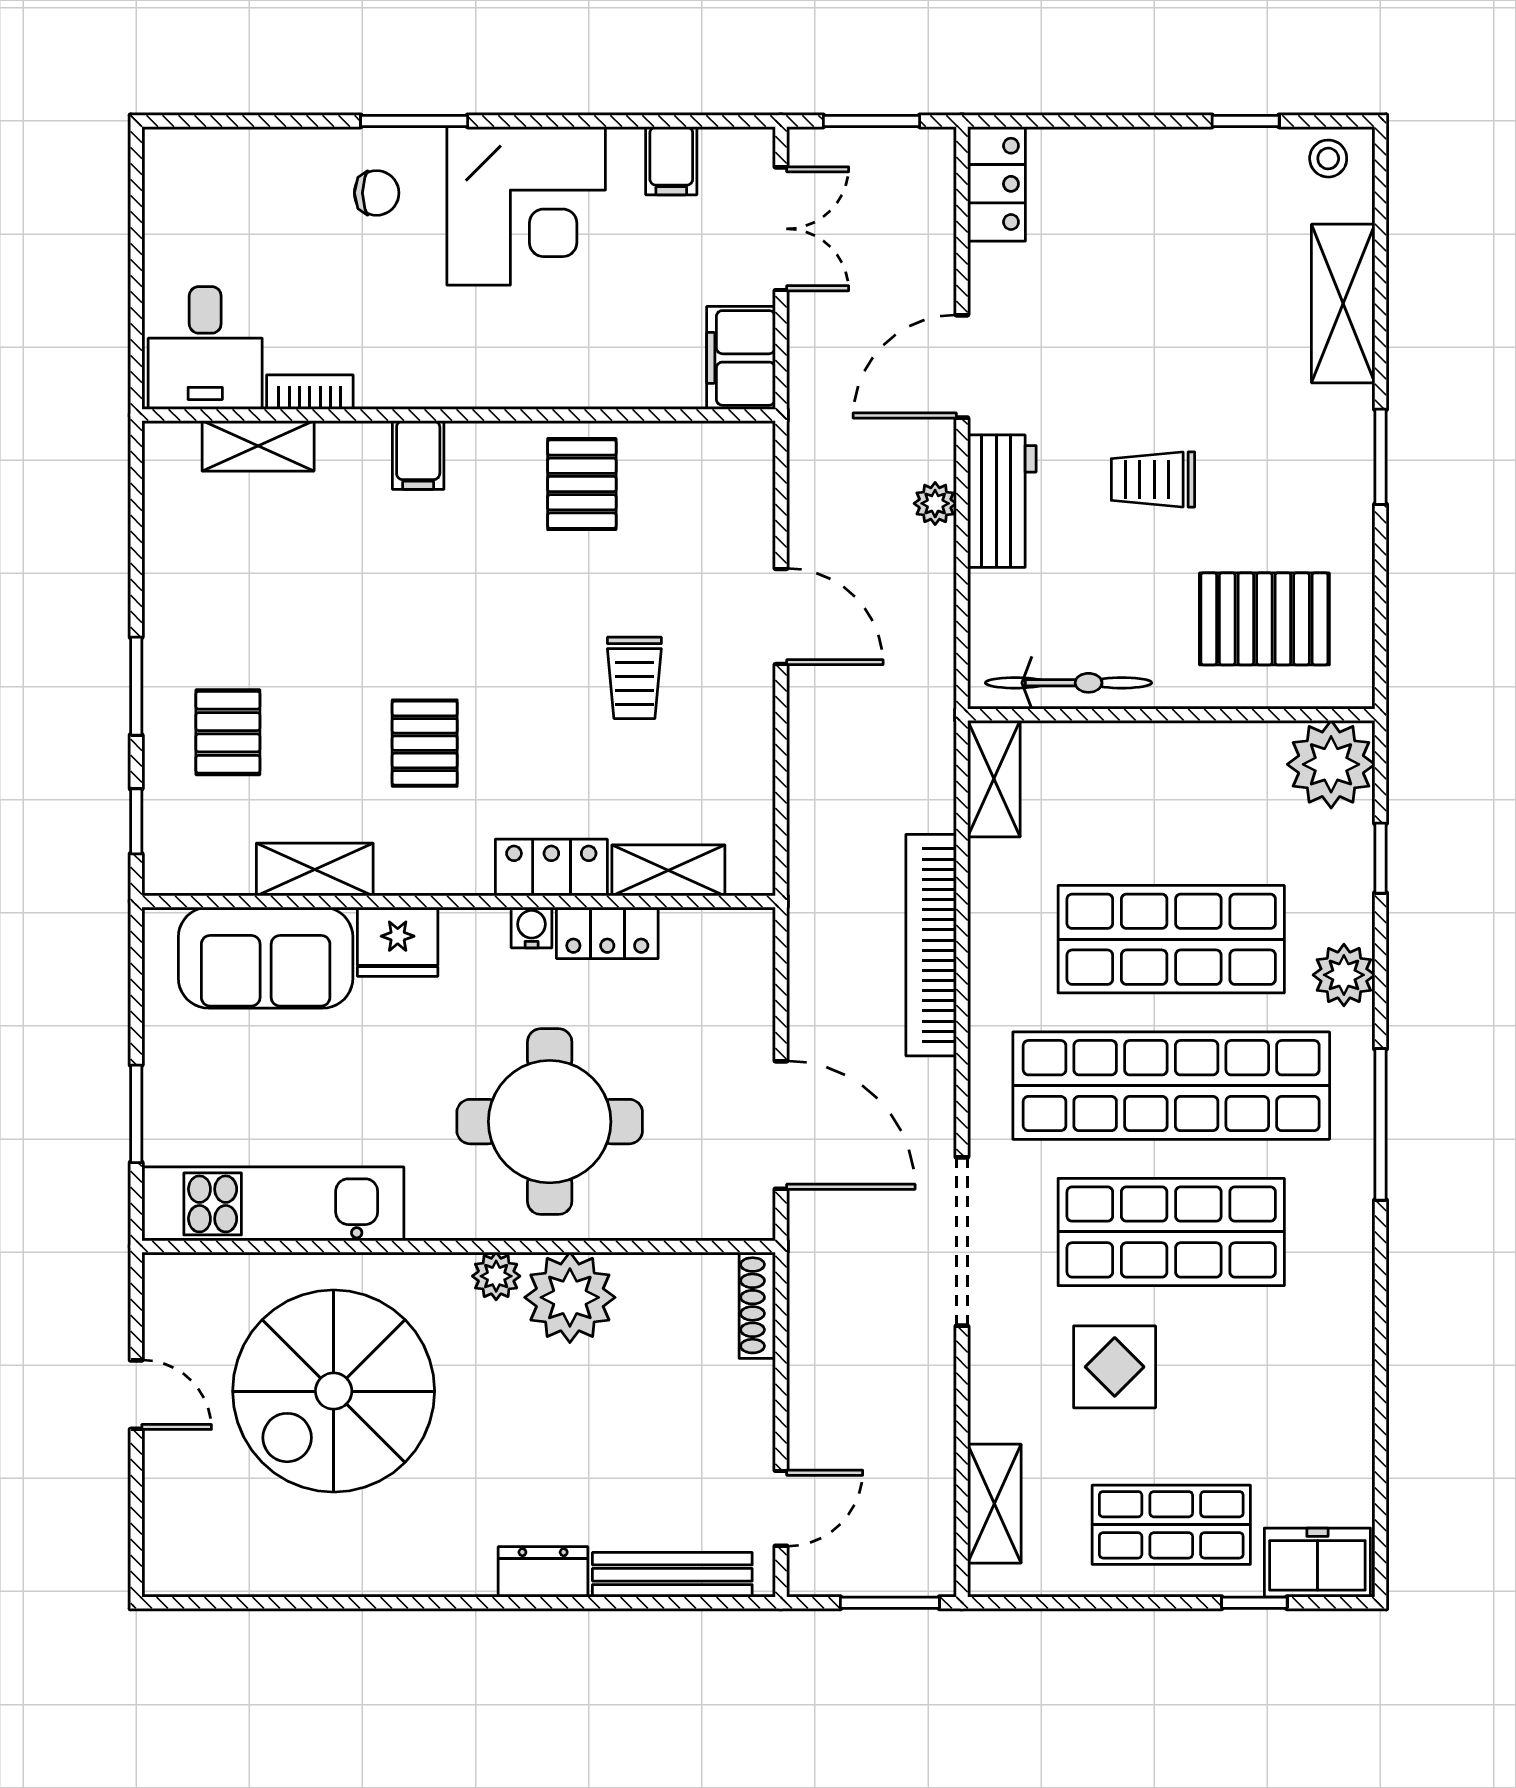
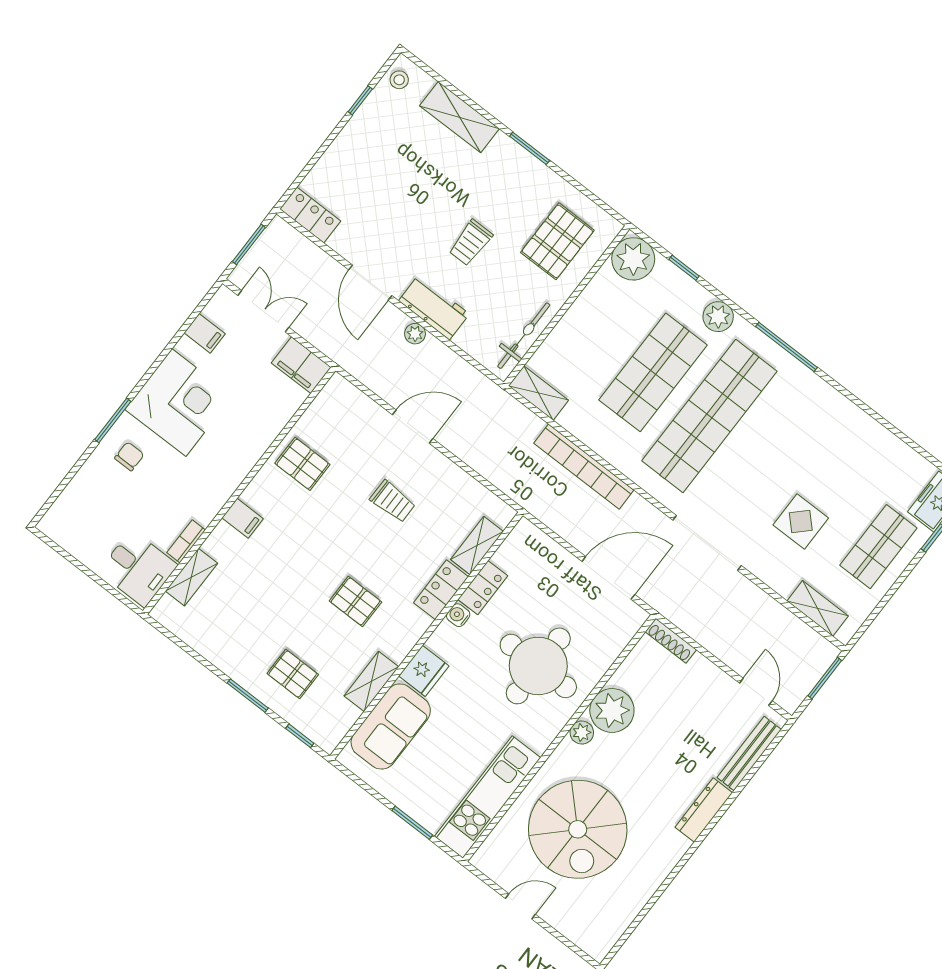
shop shelf: (1171, 1232) -> (766, 460), removed
dresser: (543, 1572) -> (704, 810), width x1.44

